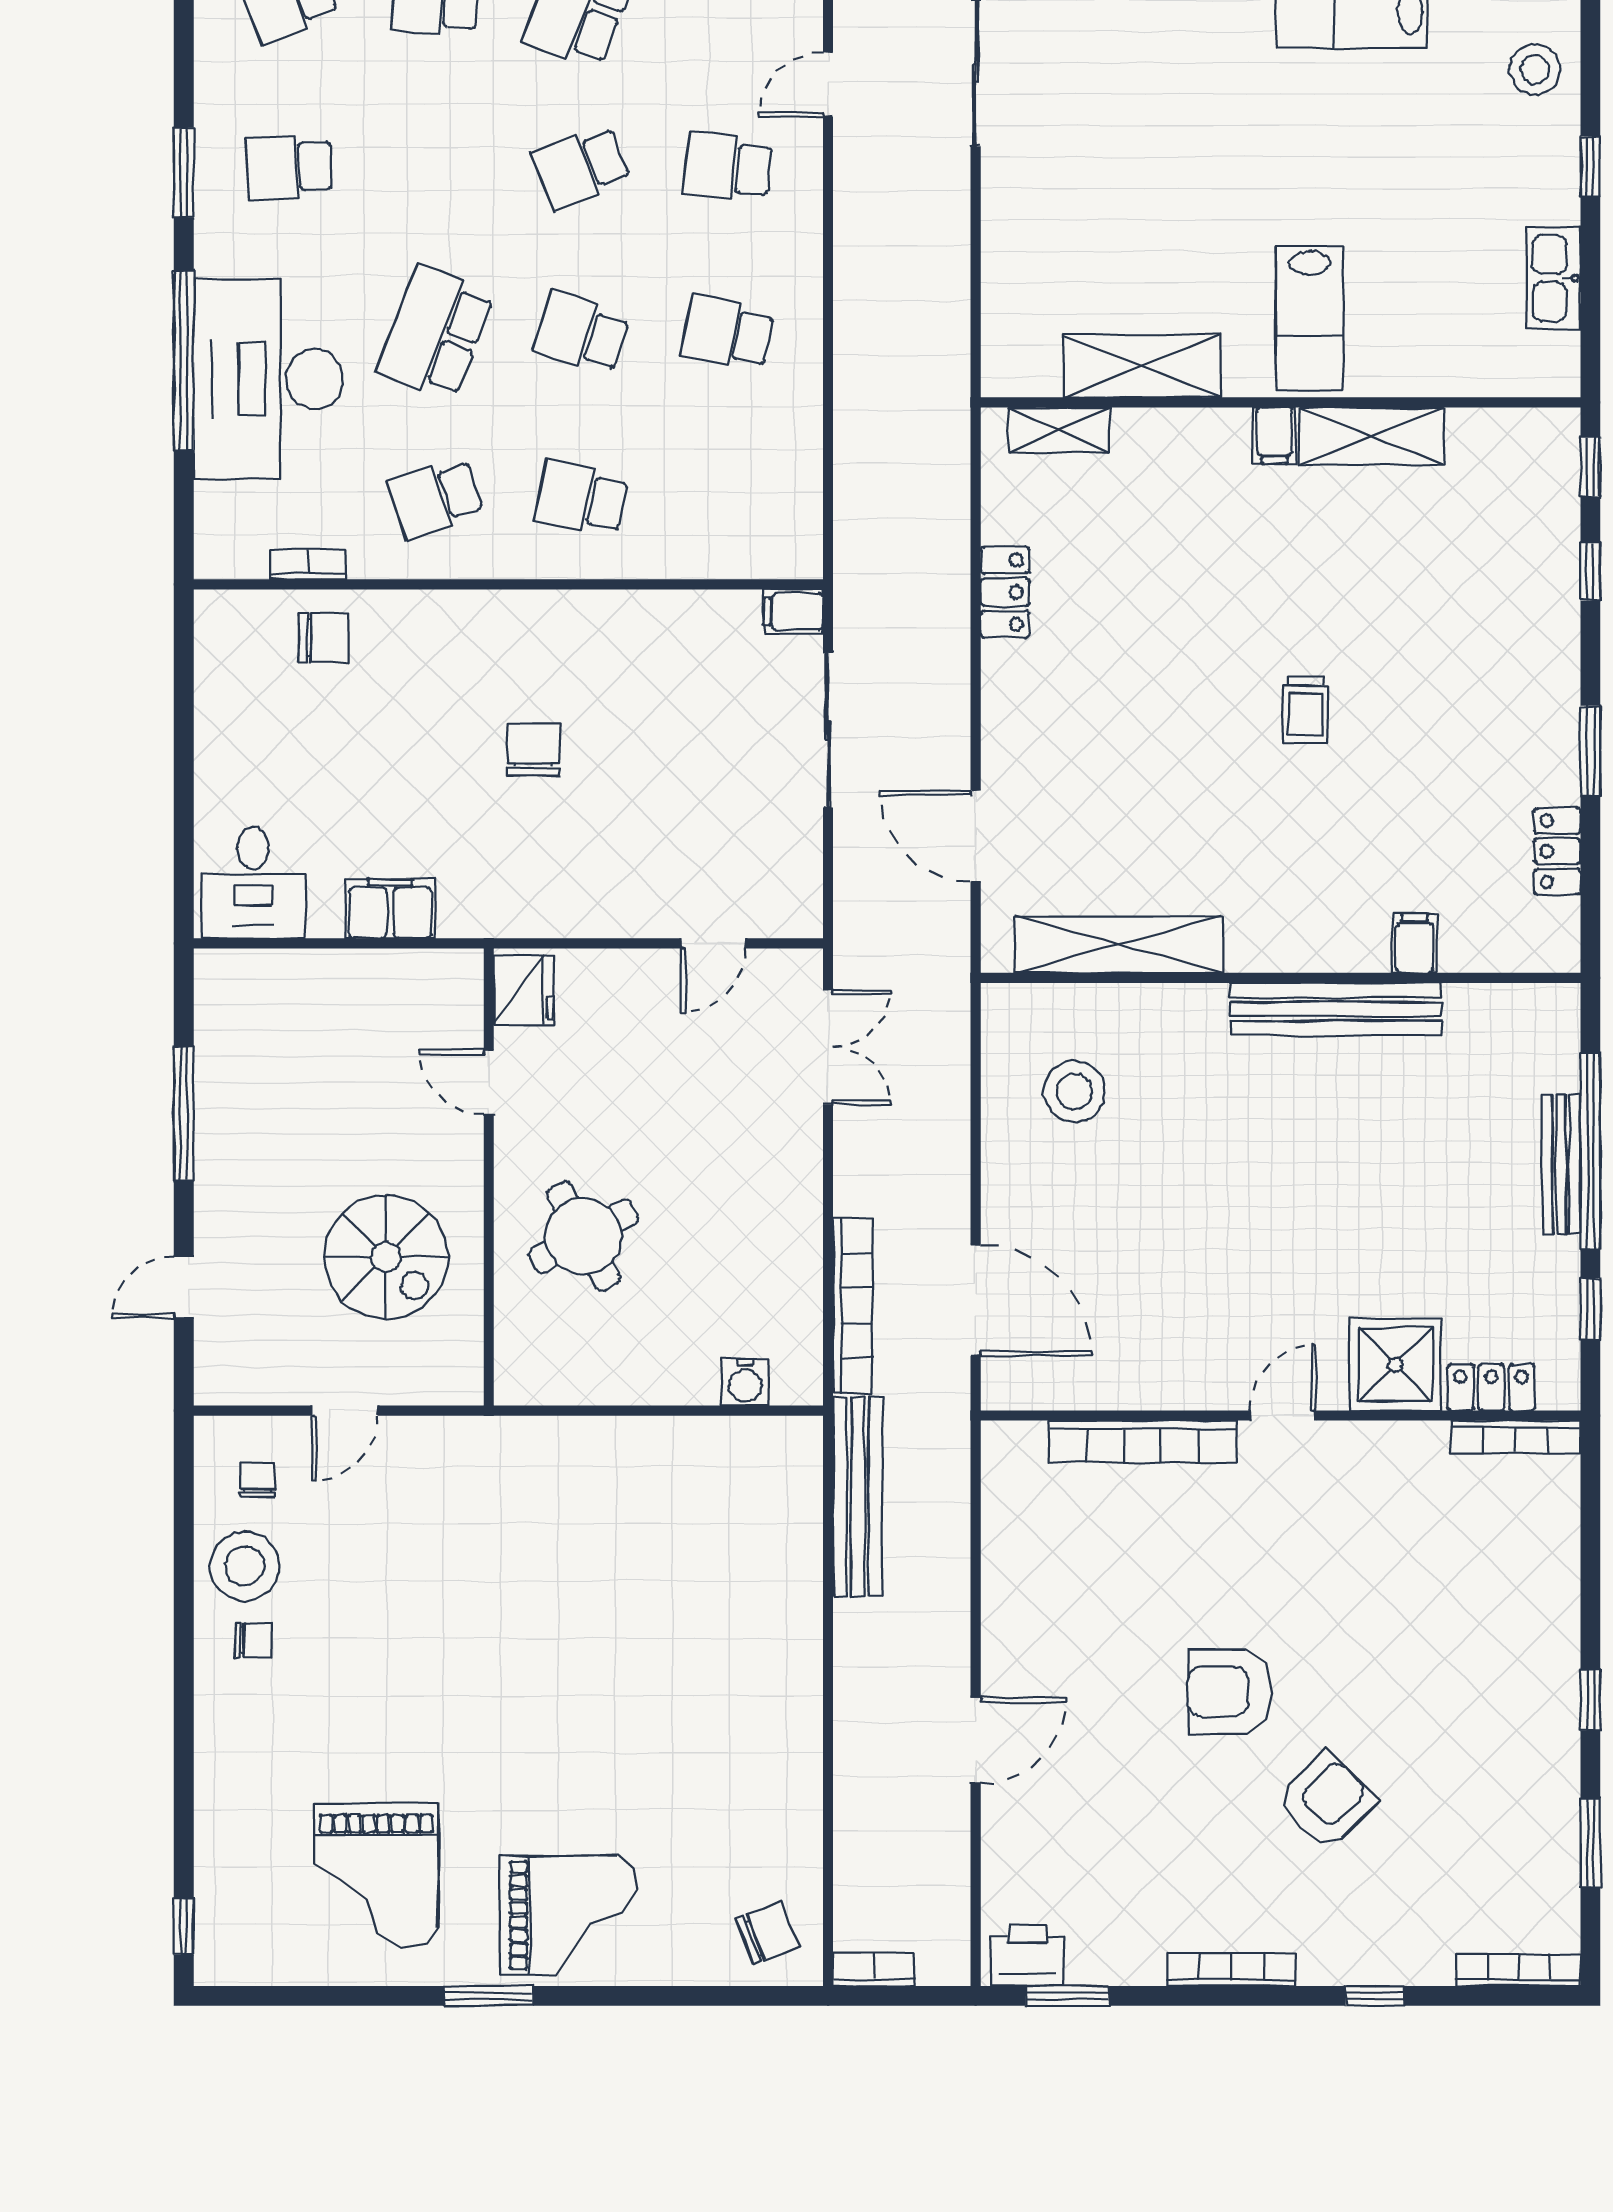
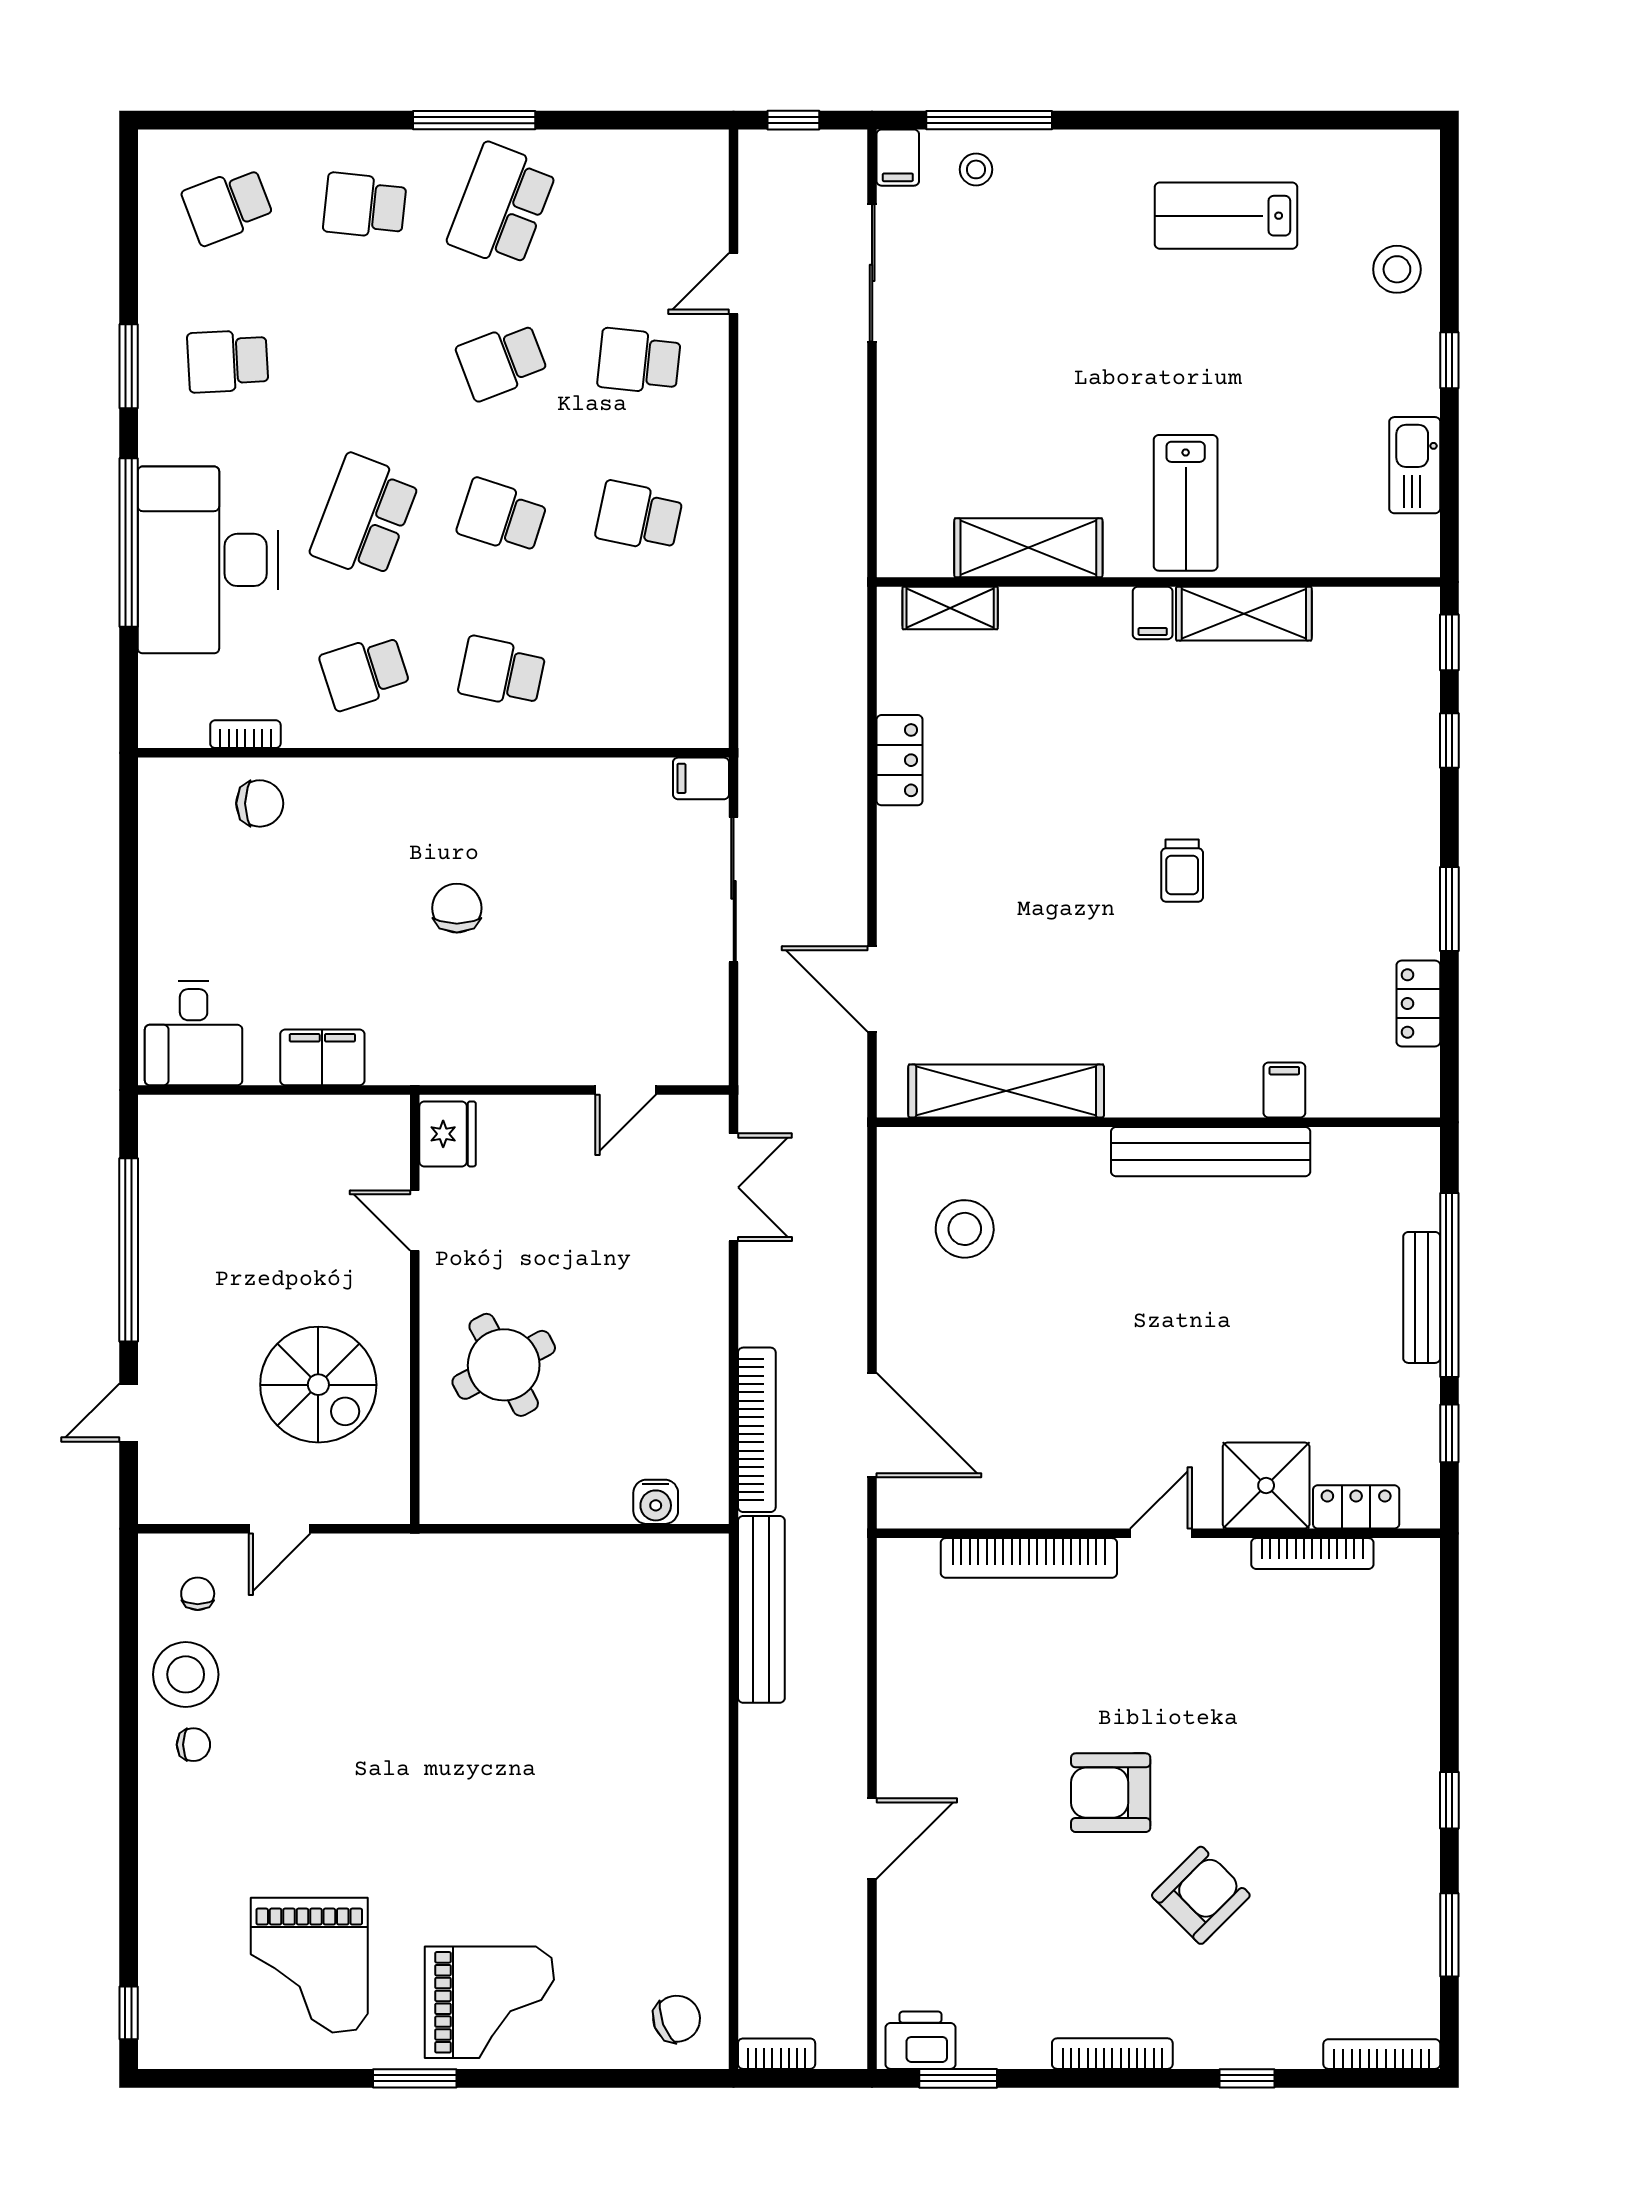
window: (184, 1114) -> (129, 1250), width x1.46
bookcase: (1516, 1437) -> (1312, 1554), moved

